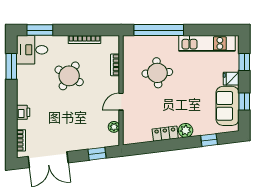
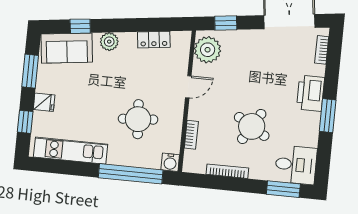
water cooler: (129, 42) -> (170, 162), added
window: (11, 66) -> (328, 116), moved
window: (244, 102) -> (30, 71), width x1.50
sofa: (227, 106) -> (67, 48), moved, turned 83
printer: (23, 112) -> (311, 93), width x1.87, depth x1.48
plant: (114, 127) -> (208, 50), width x1.87, depth x1.87
locker: (165, 134) -> (154, 40), moved

